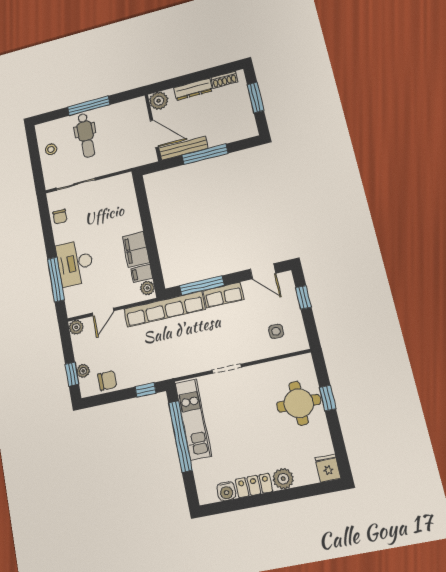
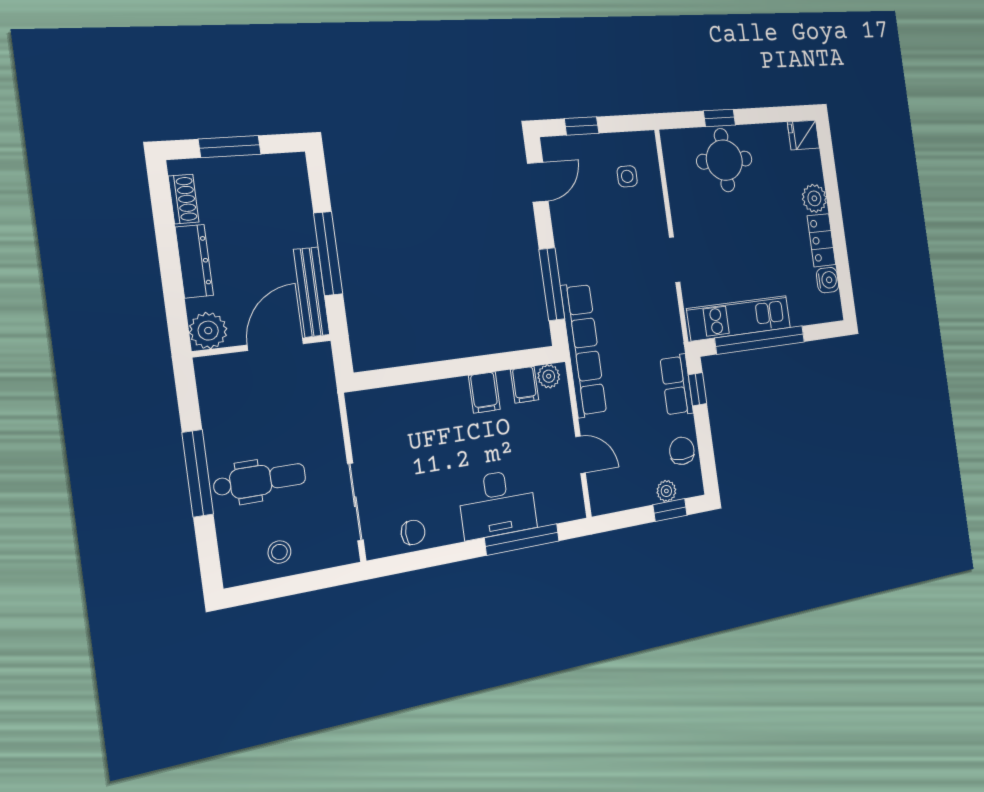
filing cabinet: (136, 249) -> (484, 392), width x0.50
row of seats: (223, 295) -> (677, 385), moved, turned 180
plant: (76, 327) -> (601, 502), removed

